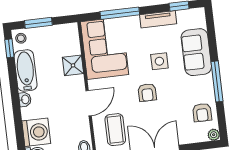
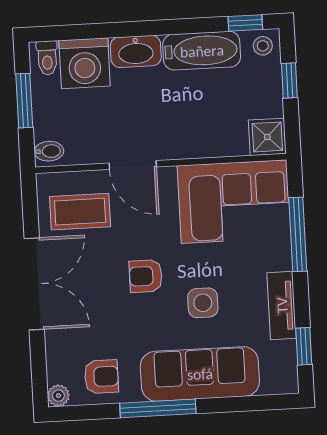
window: (38, 23) -> (289, 80), width x0.67
sofa: (196, 52) -> (200, 374), width x1.36
shower: (73, 65) -> (267, 137), moved
washbasin: (25, 99) -> (136, 51), width x1.91, depth x1.45
armchair: (202, 113) -> (101, 377), turned 180

